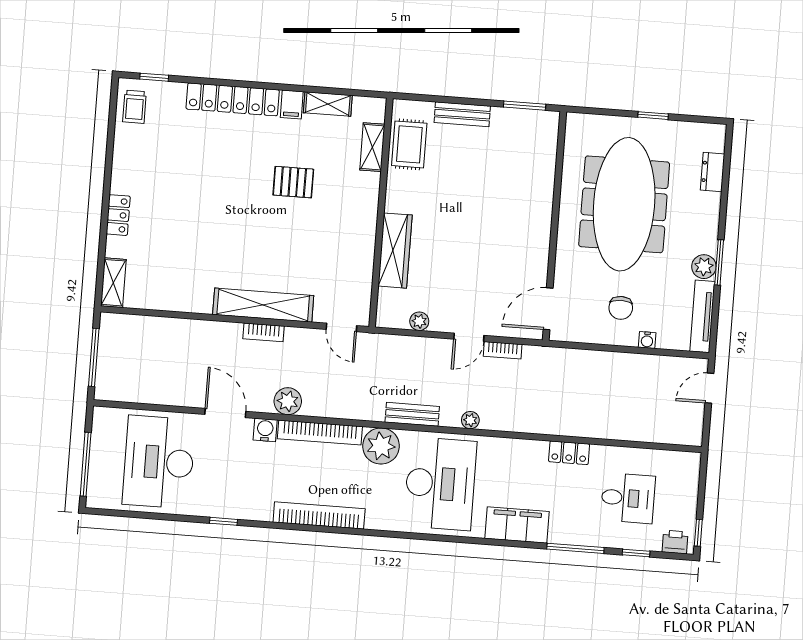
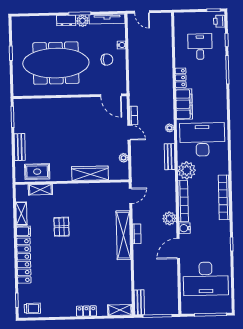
dresser: (713, 172) -> (66, 20), moved
bench: (125, 323) -> (139, 302), added
filing cabinet: (517, 525) -> (184, 104), moved, turned 180

